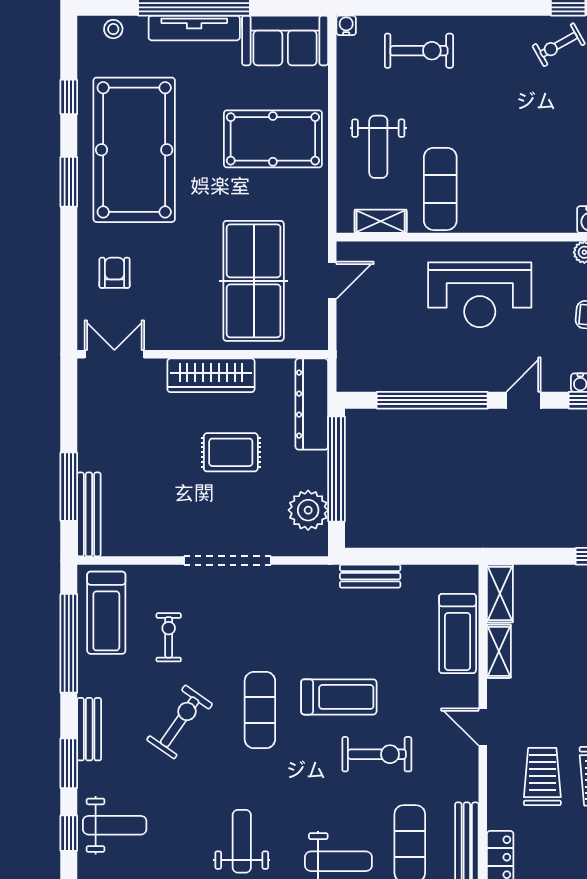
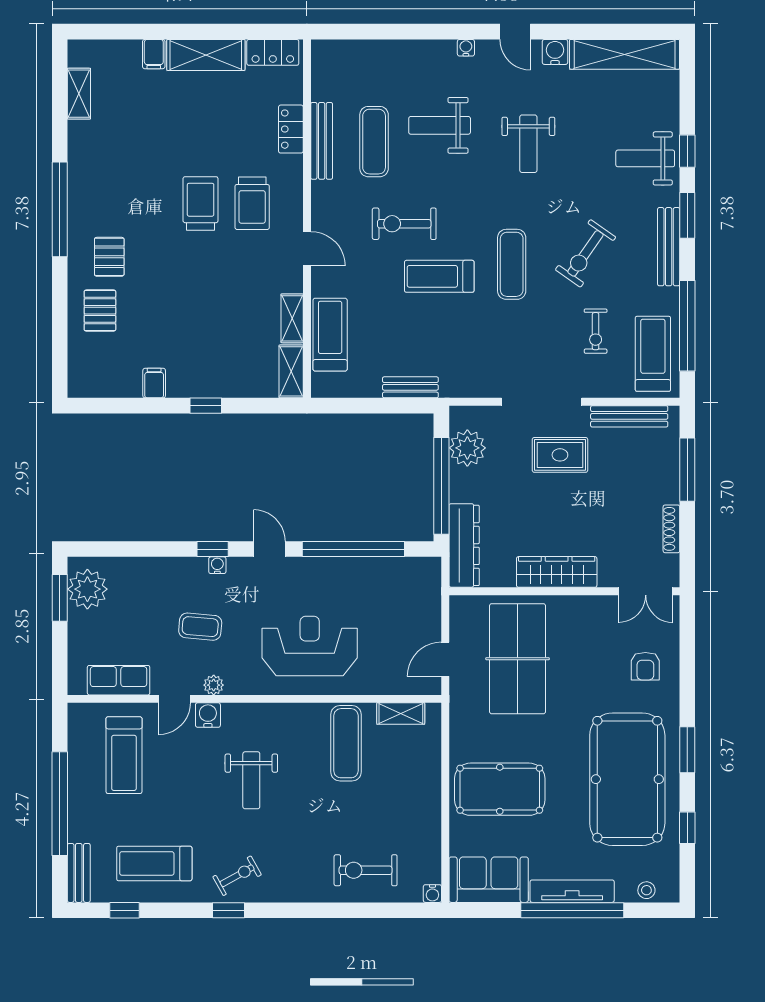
weight bench: (378, 147) -> (251, 780), moved, turned 180
door: (524, 400) -> (269, 549), swing flipped
shoe rack: (86, 422) -> (671, 529), added
rug: (231, 452) -> (560, 455), moved
bench: (89, 514) -> (629, 416), moved, turned 90
bench: (89, 729) -> (669, 247), width x1.36

